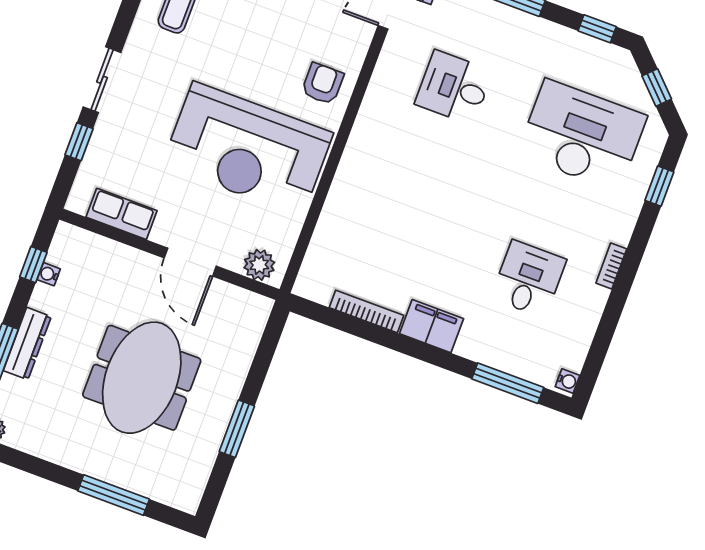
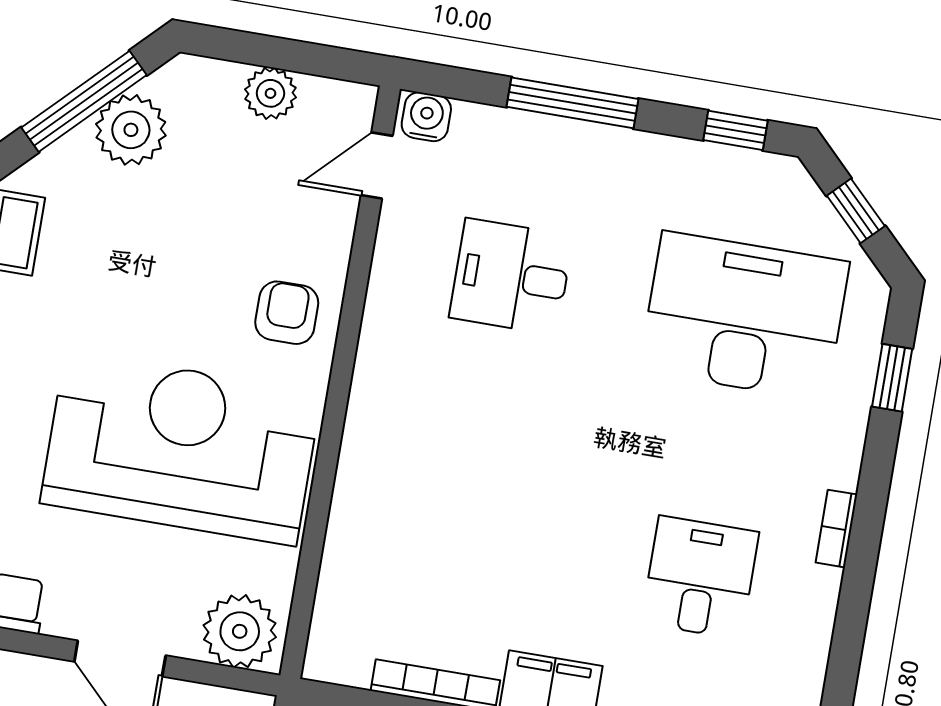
reception desk: (248, 149) -> (181, 448), turned 180
plant: (259, 265) -> (240, 631), width x1.36, depth x1.36

